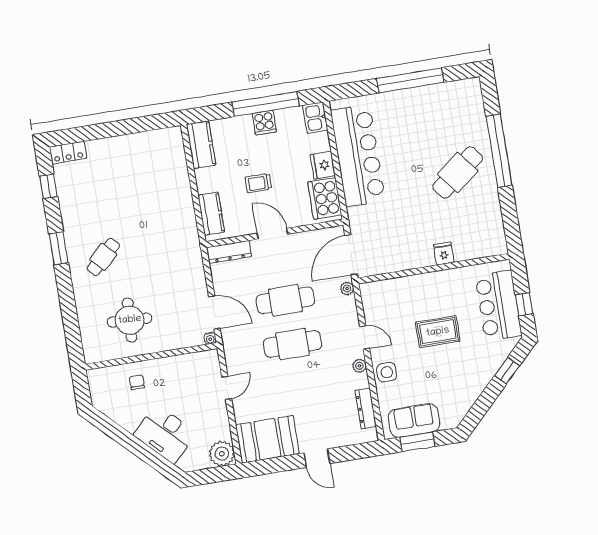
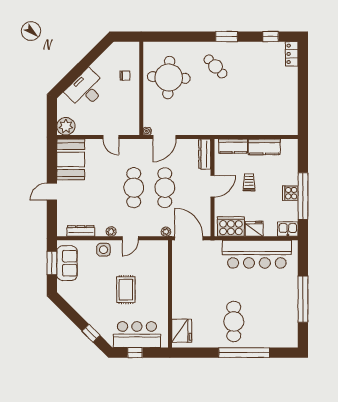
kitchen counter: (201, 145) -> (264, 147), moved
cafe table: (458, 172) -> (234, 321), turned 38
fridge: (444, 254) -> (182, 331), moved, width x1.88, depth x1.34
round table: (130, 320) -> (169, 77), width x1.36, depth x1.36

